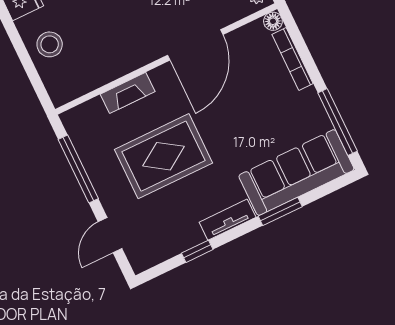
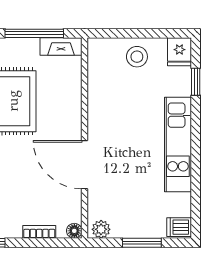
bookcase: (293, 59) -> (39, 232), width x0.64
fireplace: (128, 93) -> (61, 47), moved, turned -90

